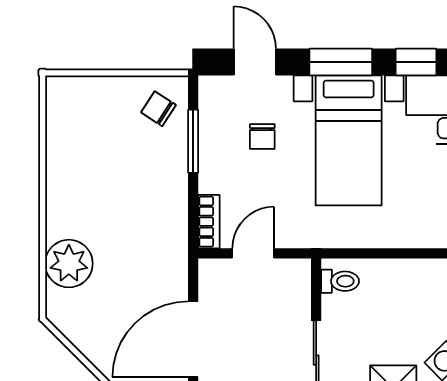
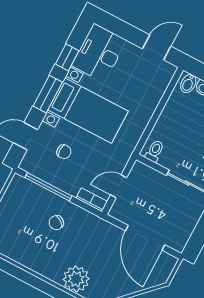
chair: (158, 109) -> (56, 223), moved
window: (193, 141) -> (48, 187), width x1.44
door: (253, 253) -> (119, 186), hinge flipped

